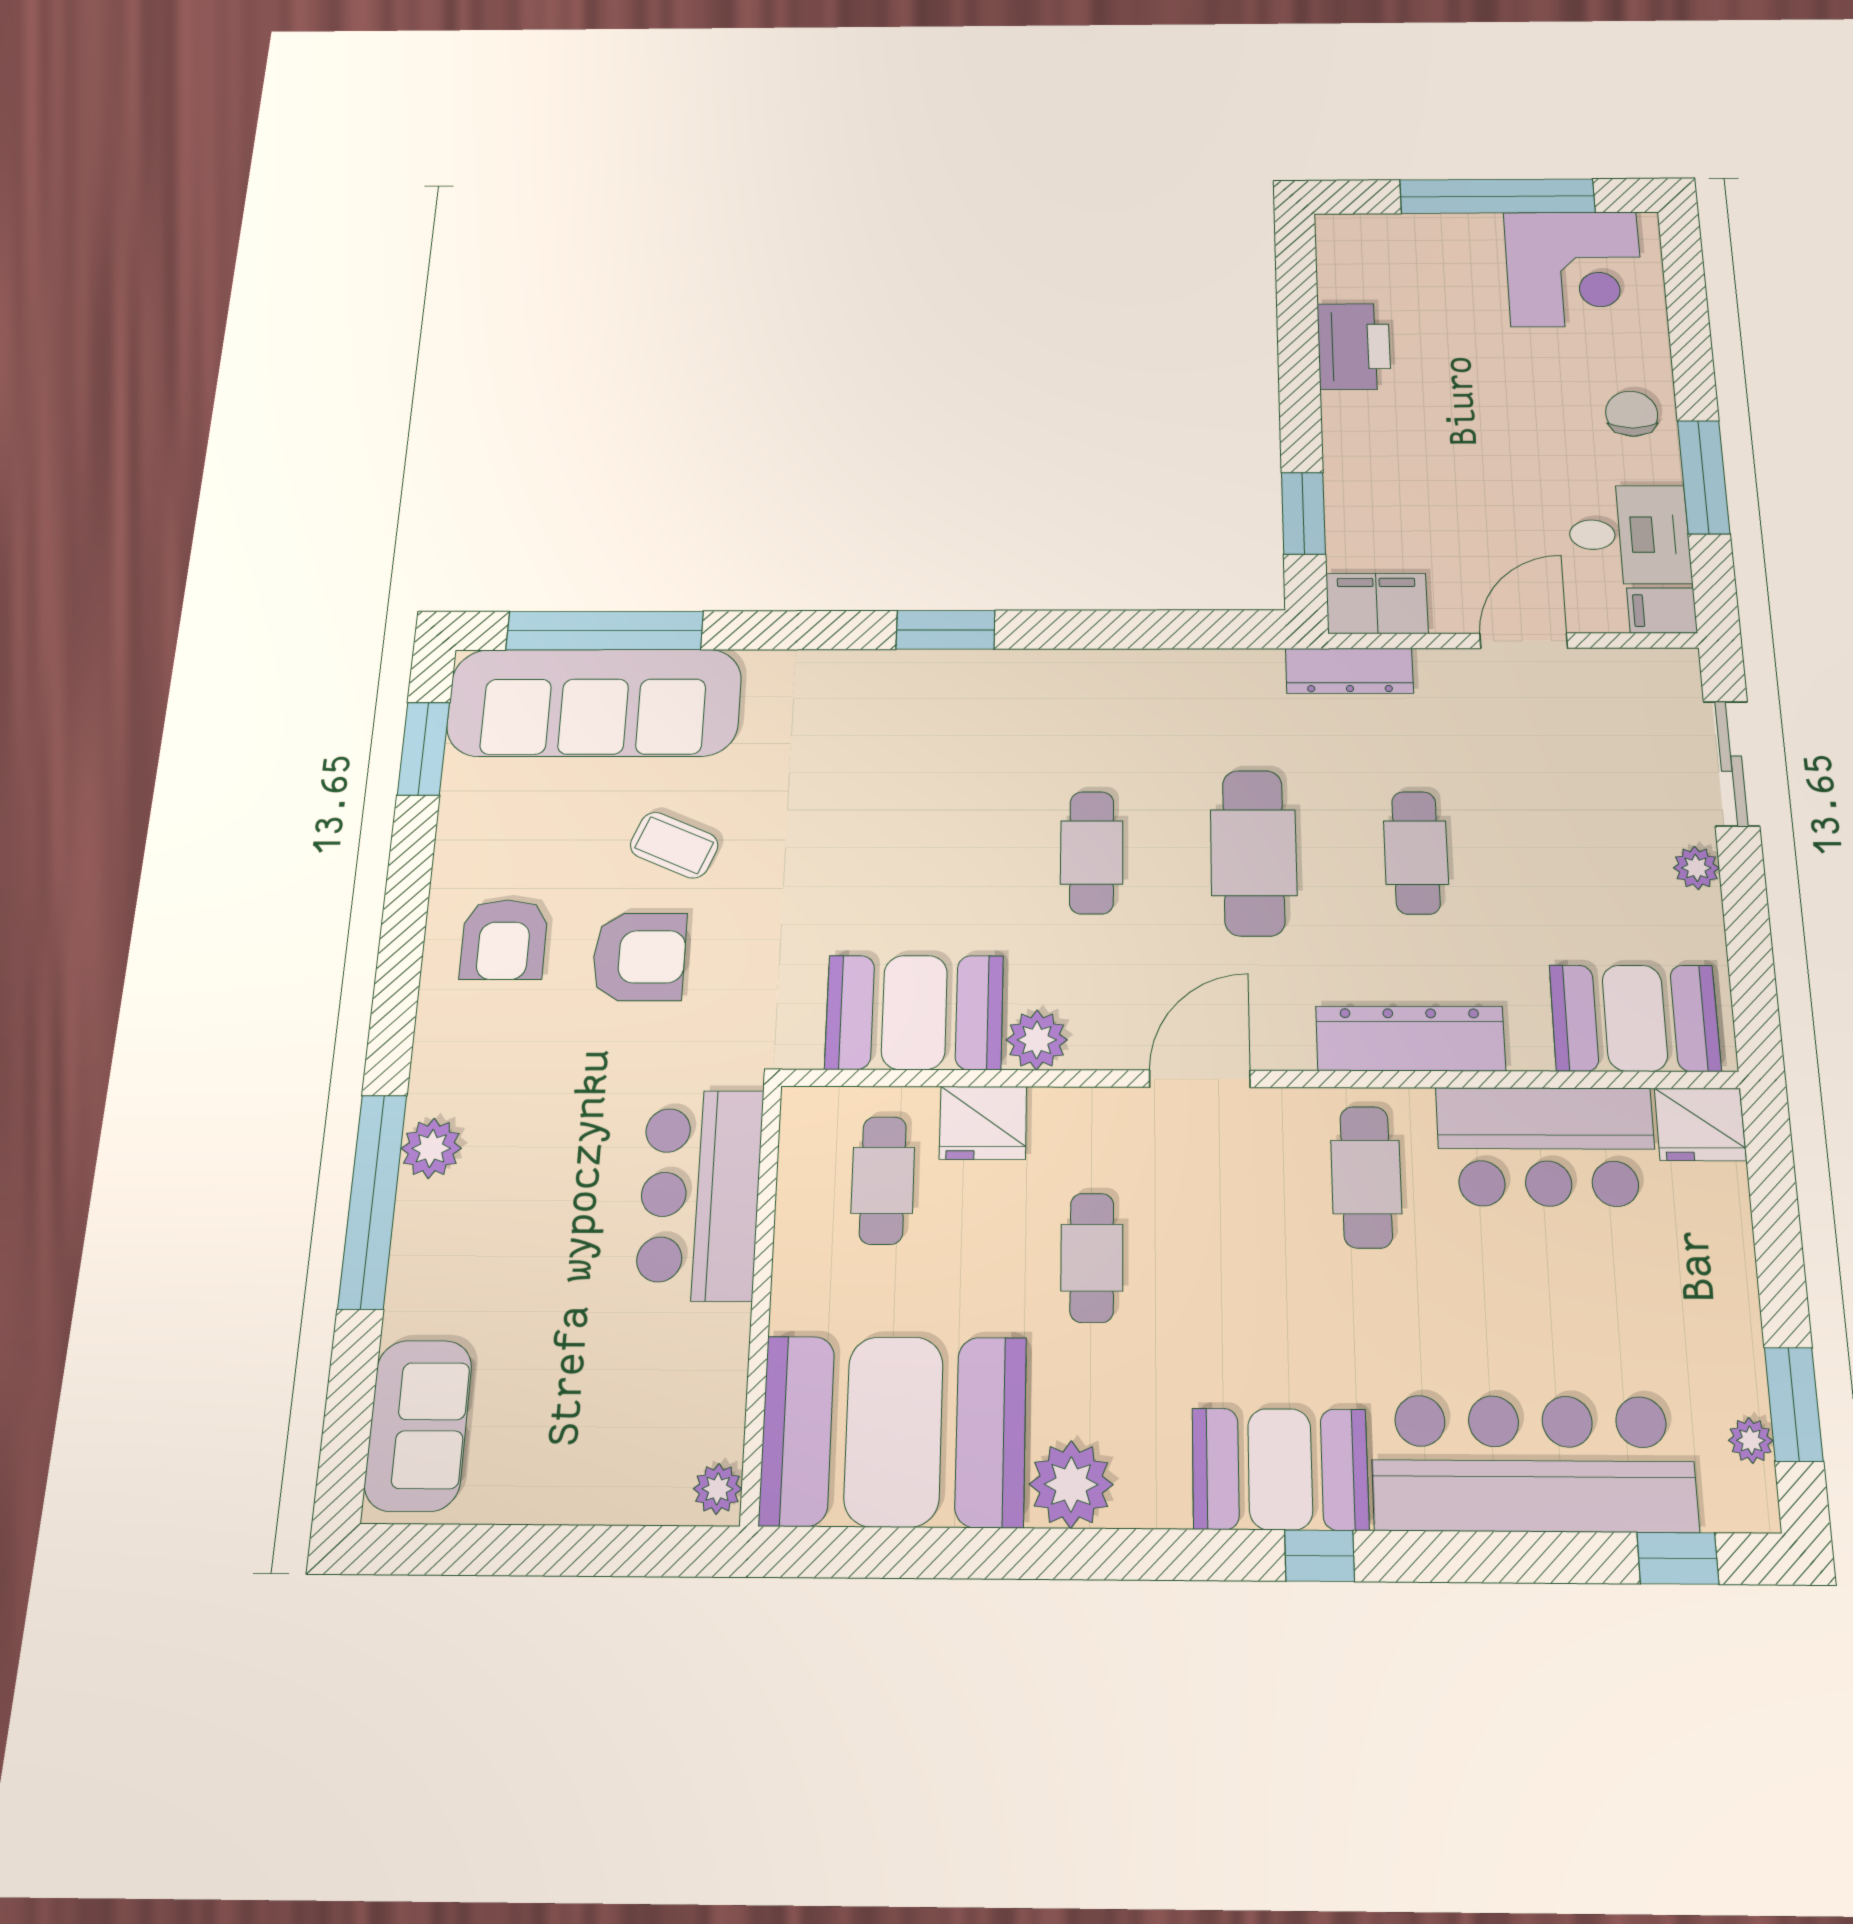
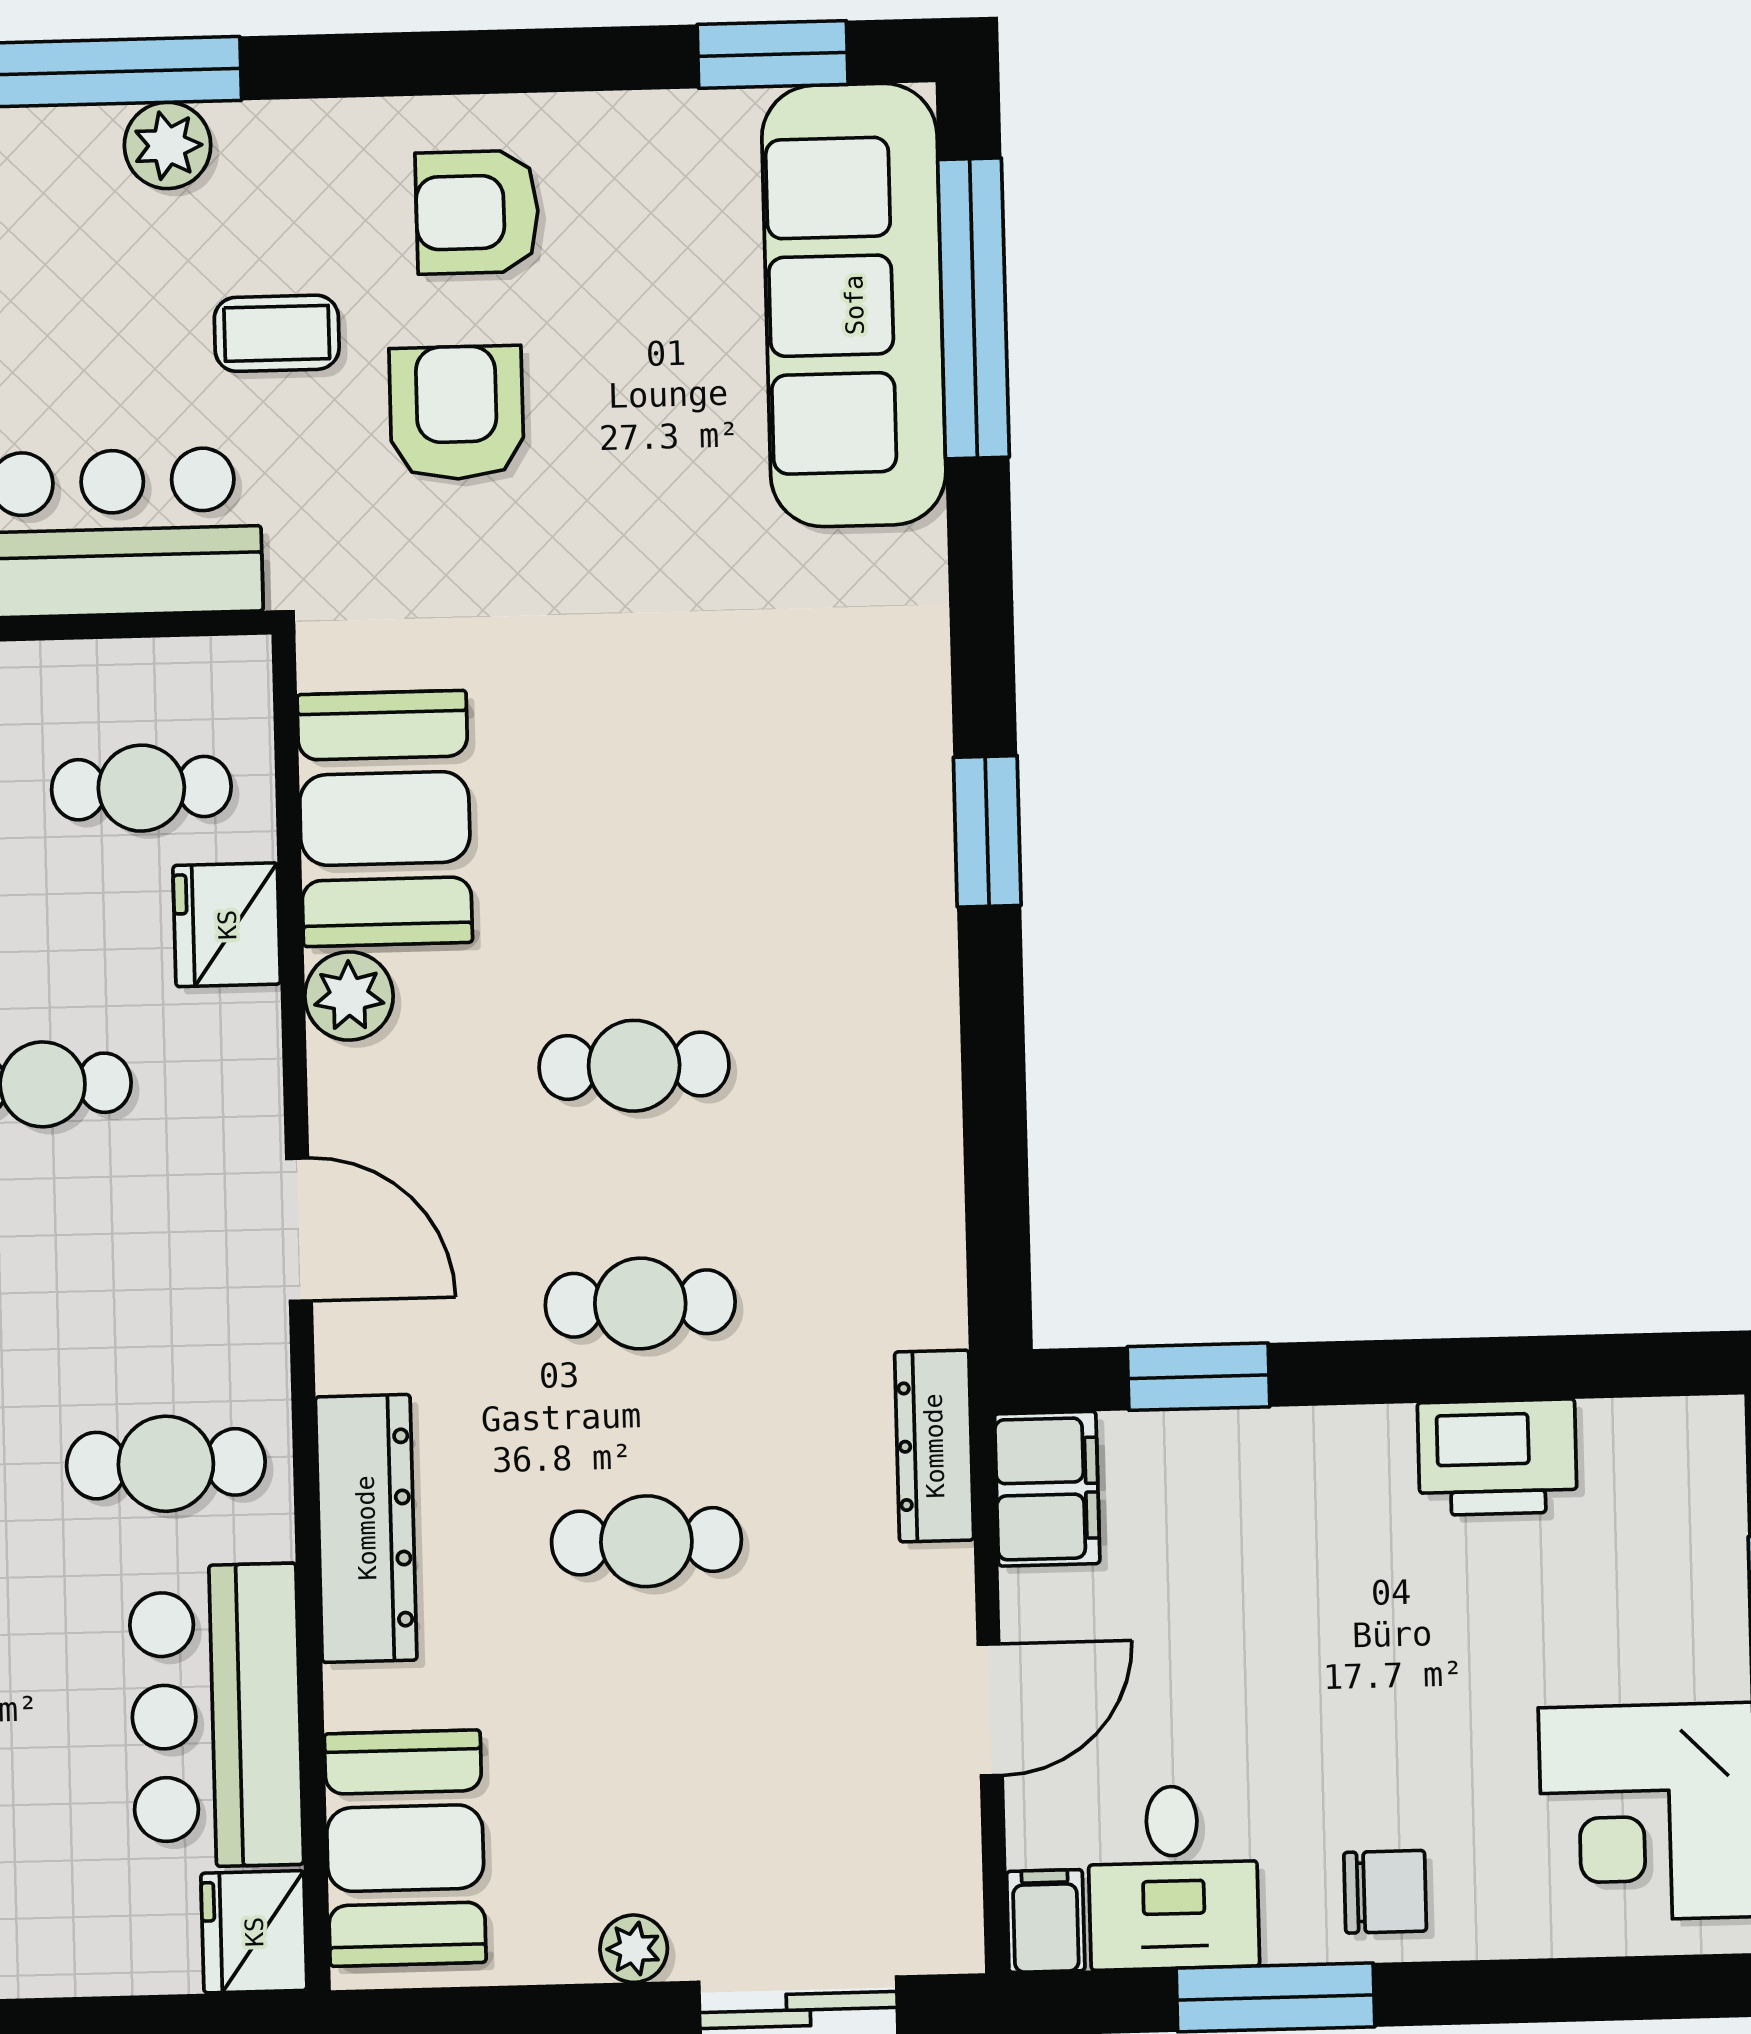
door: (1524, 641) -> (990, 1710), hinge flipped
coffee table: (674, 845) -> (277, 333), moved, turned 67
cafe table: (1254, 853) -> (640, 1303), width x0.73, depth x0.74
armchair: (639, 957) -> (457, 413), turned 180

